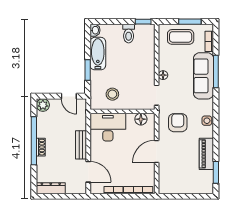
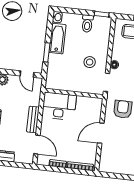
stool: (112, 94) -> (90, 62), moved
floor lamp: (141, 119) -> (90, 102), removed

